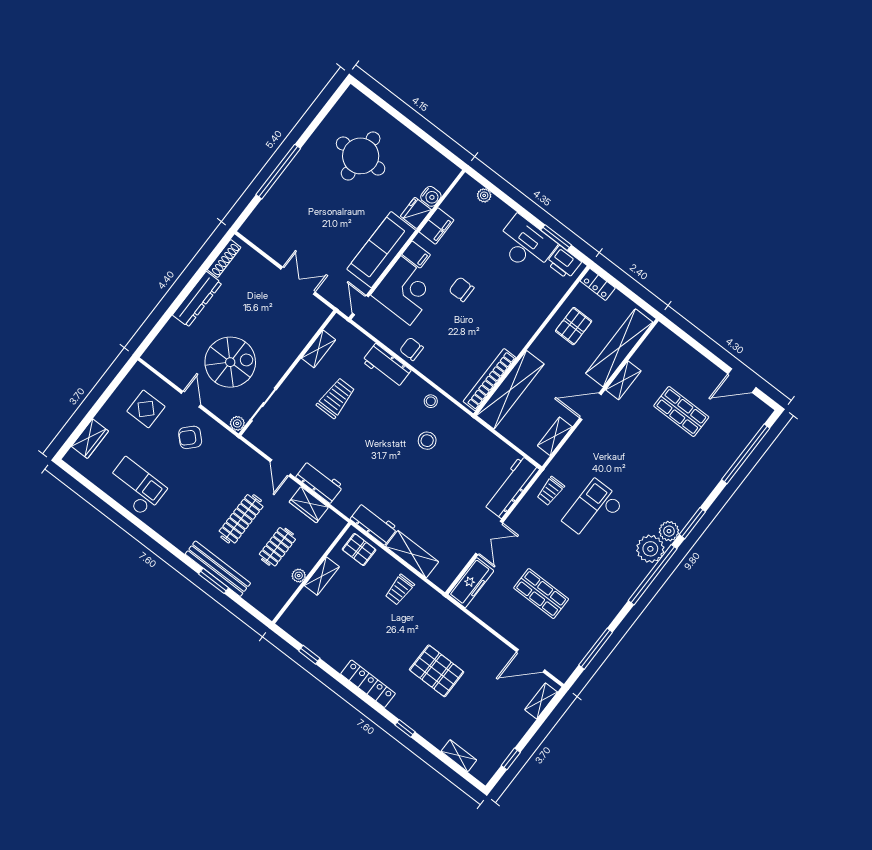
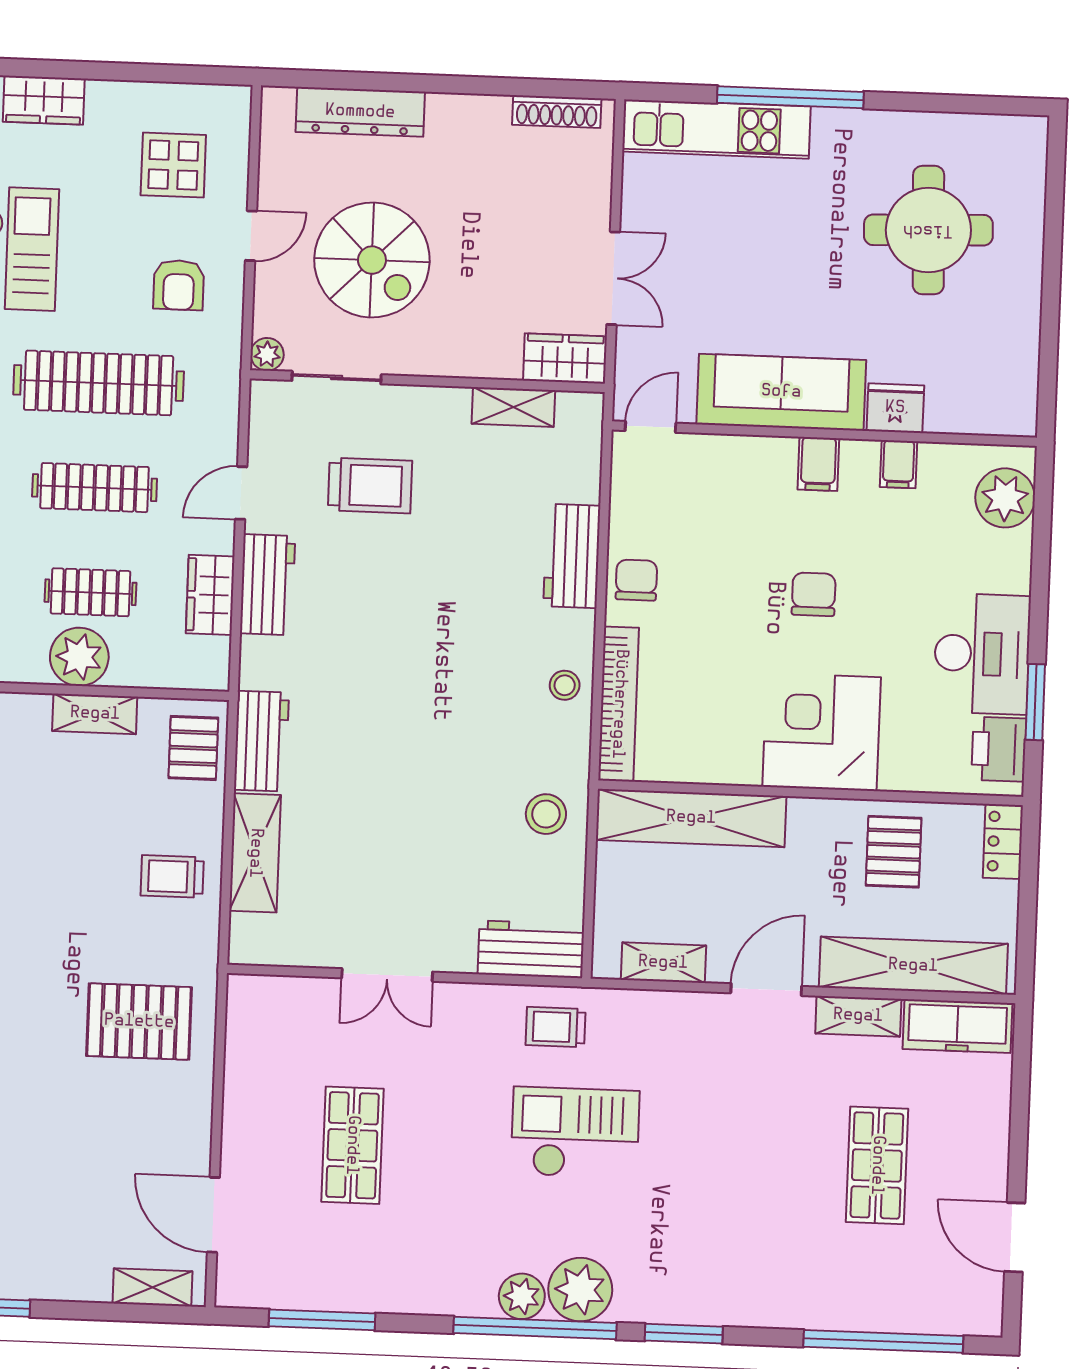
plant: (484, 195) -> (1005, 498), width x1.87, depth x1.87
water cooler: (431, 196) -> (946, 414), removed
kitchen unit: (271, 206) -> (716, 129), added
filing cabinet: (437, 226) -> (899, 464), width x0.50
corner desk: (405, 291) -> (822, 732), moved, turned 180
dresser: (197, 299) -> (360, 112), moved
wardrobe: (314, 318) -> (565, 358), added
pallet: (574, 326) -> (894, 852), turned 90
bookcase: (490, 380) -> (619, 704), moved, turned 90
trolley: (336, 398) -> (370, 486), moved
door: (590, 406) -> (766, 990), hinge flipped
armchair: (190, 437) -> (179, 285), turned -134
stool: (427, 441) -> (546, 814), moved
workbench: (511, 487) -> (531, 949), width x0.73
clothes rail: (205, 491) -> (99, 383), added
plant: (669, 531) -> (522, 1296), moved
plant: (299, 576) -> (79, 657), width x1.87, depth x1.87
freezer: (471, 583) -> (958, 1026), moved
pallet: (437, 671) -> (139, 1022), moved, turned 90

